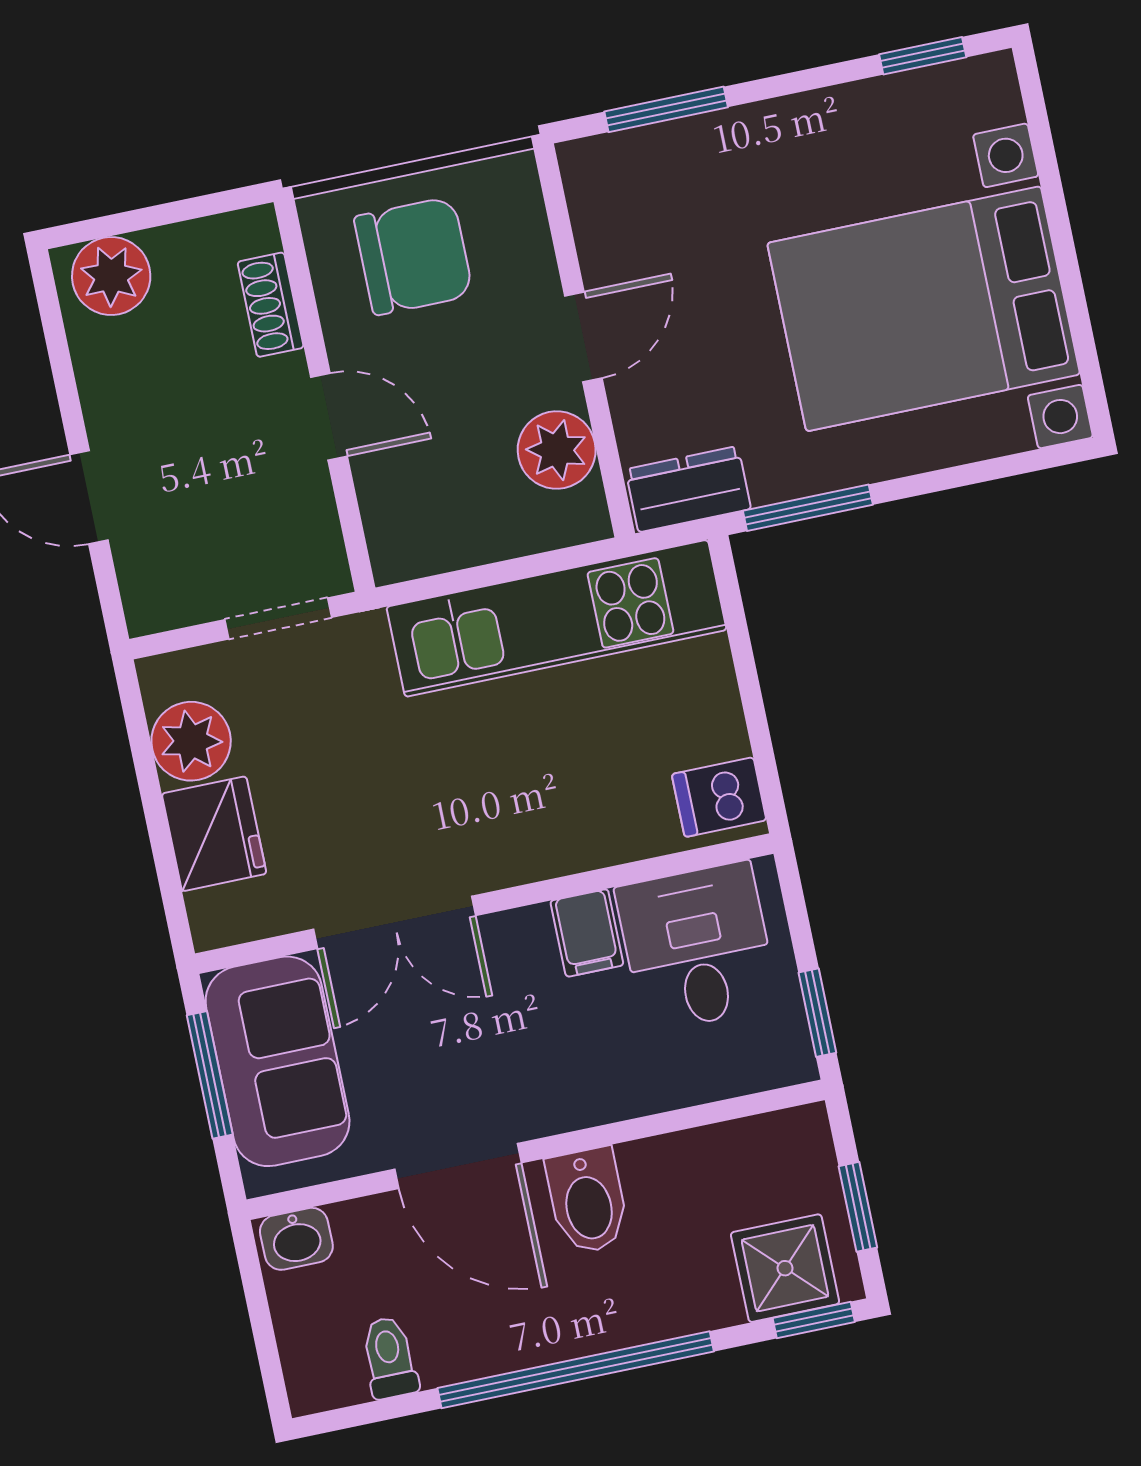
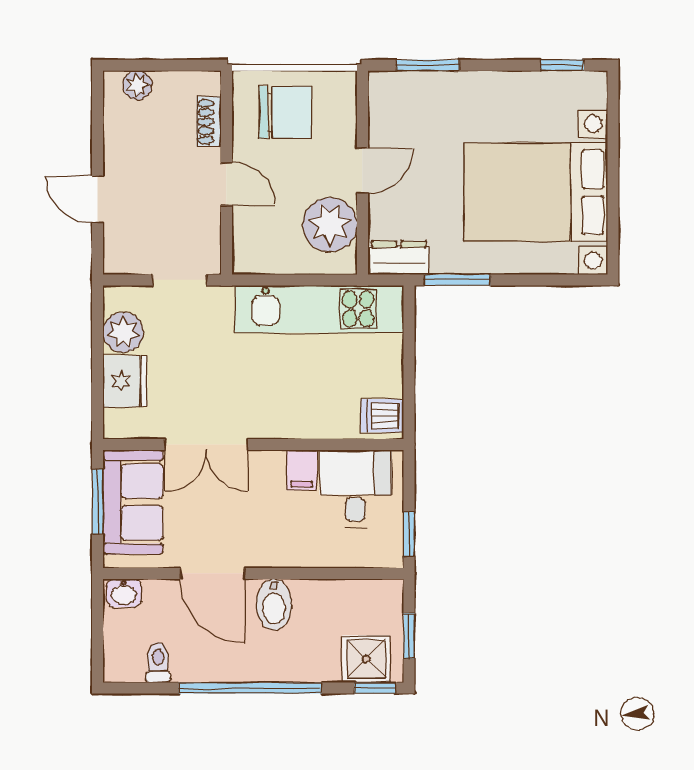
plant: (111, 276) -> (137, 85), width x0.73, depth x0.73
plant: (557, 450) -> (330, 225), width x1.36, depth x1.36

